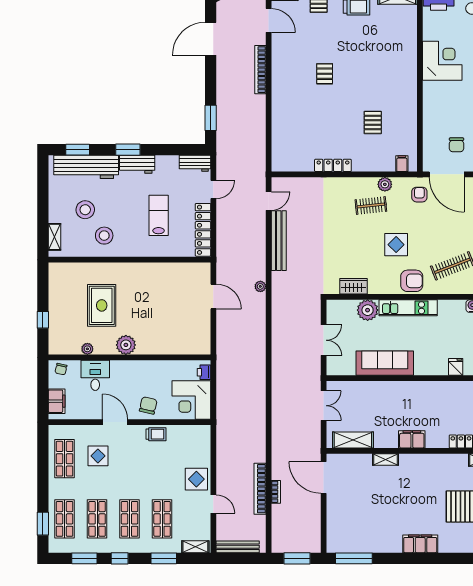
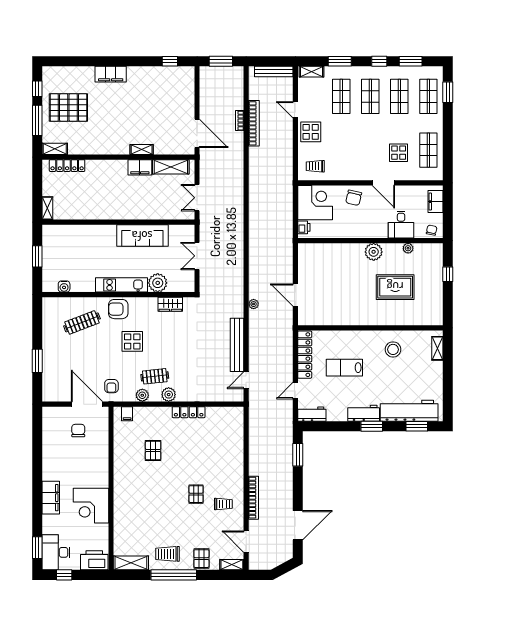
trolley: (294, 63) -> (223, 504), added
plant: (355, 185) -> (169, 395), added
stool: (85, 210) -> (410, 373), removed
lab bench: (159, 215) -> (344, 368), turned 90
rug: (102, 305) -> (395, 287), turned 90
fridge: (456, 367) -> (79, 232), removed
trolley: (156, 434) -> (315, 166), moved
filing cabinet: (412, 439) -> (140, 167), moved
window: (354, 558) -> (170, 61), width x0.46

